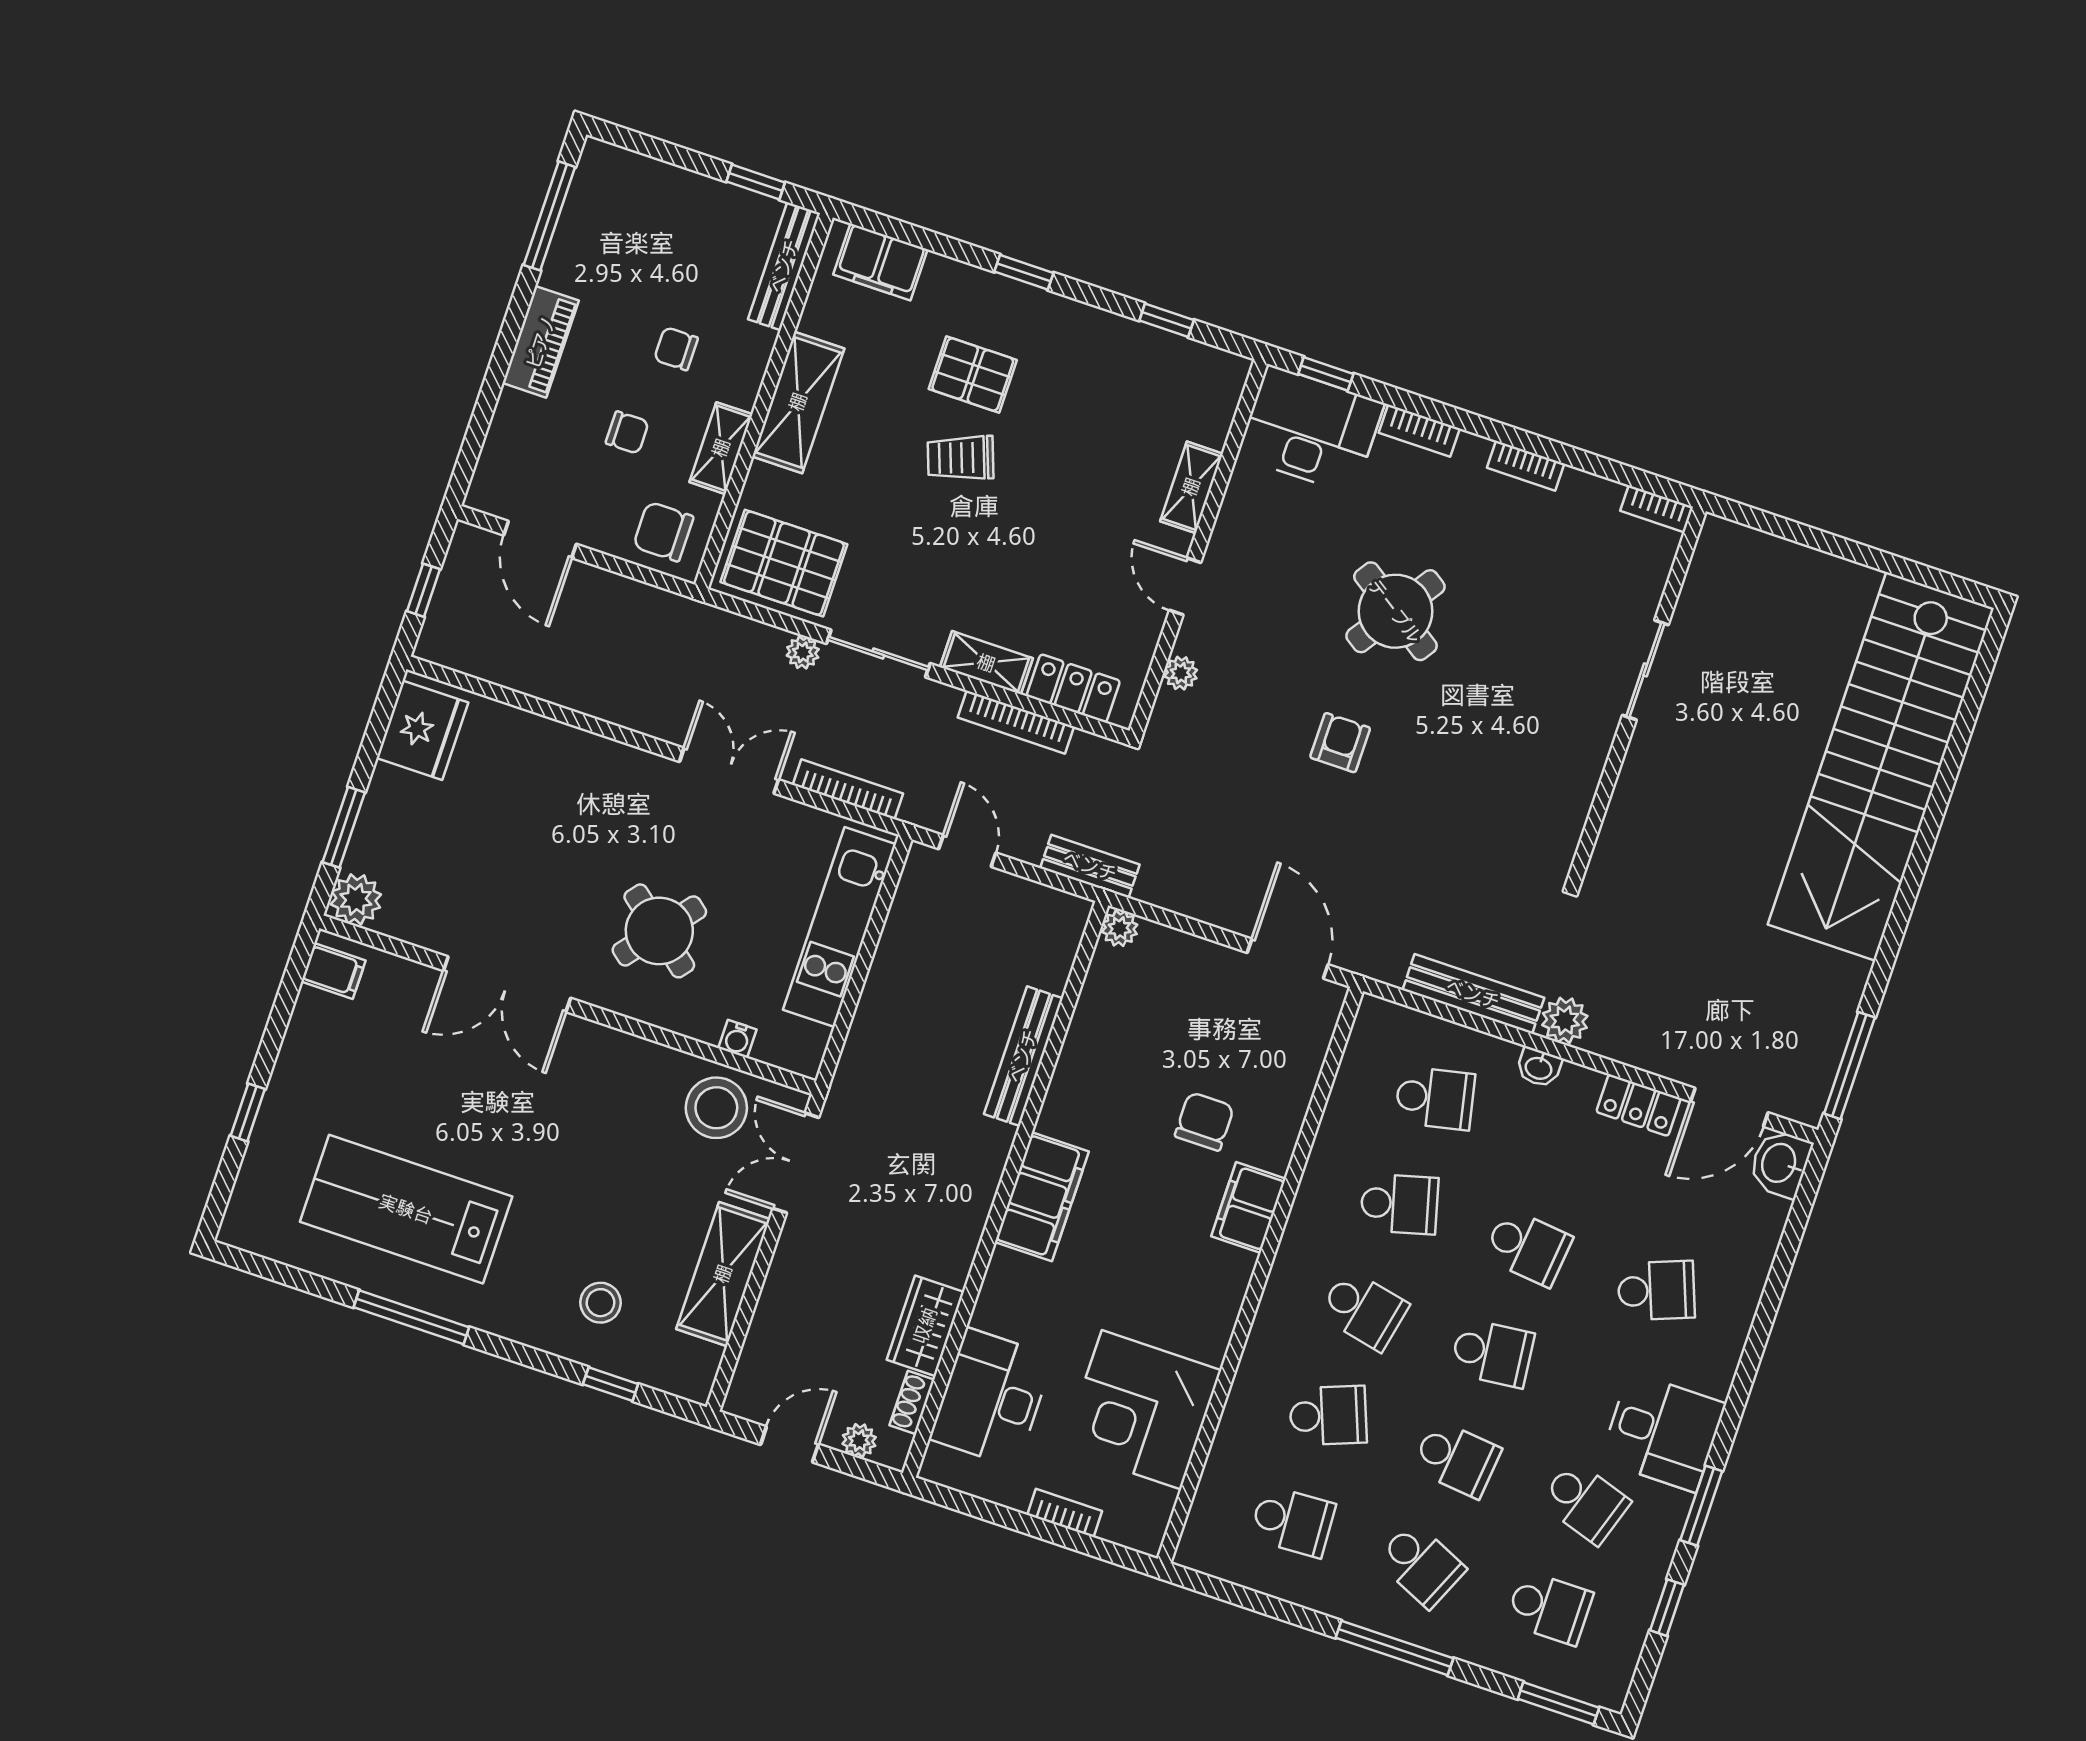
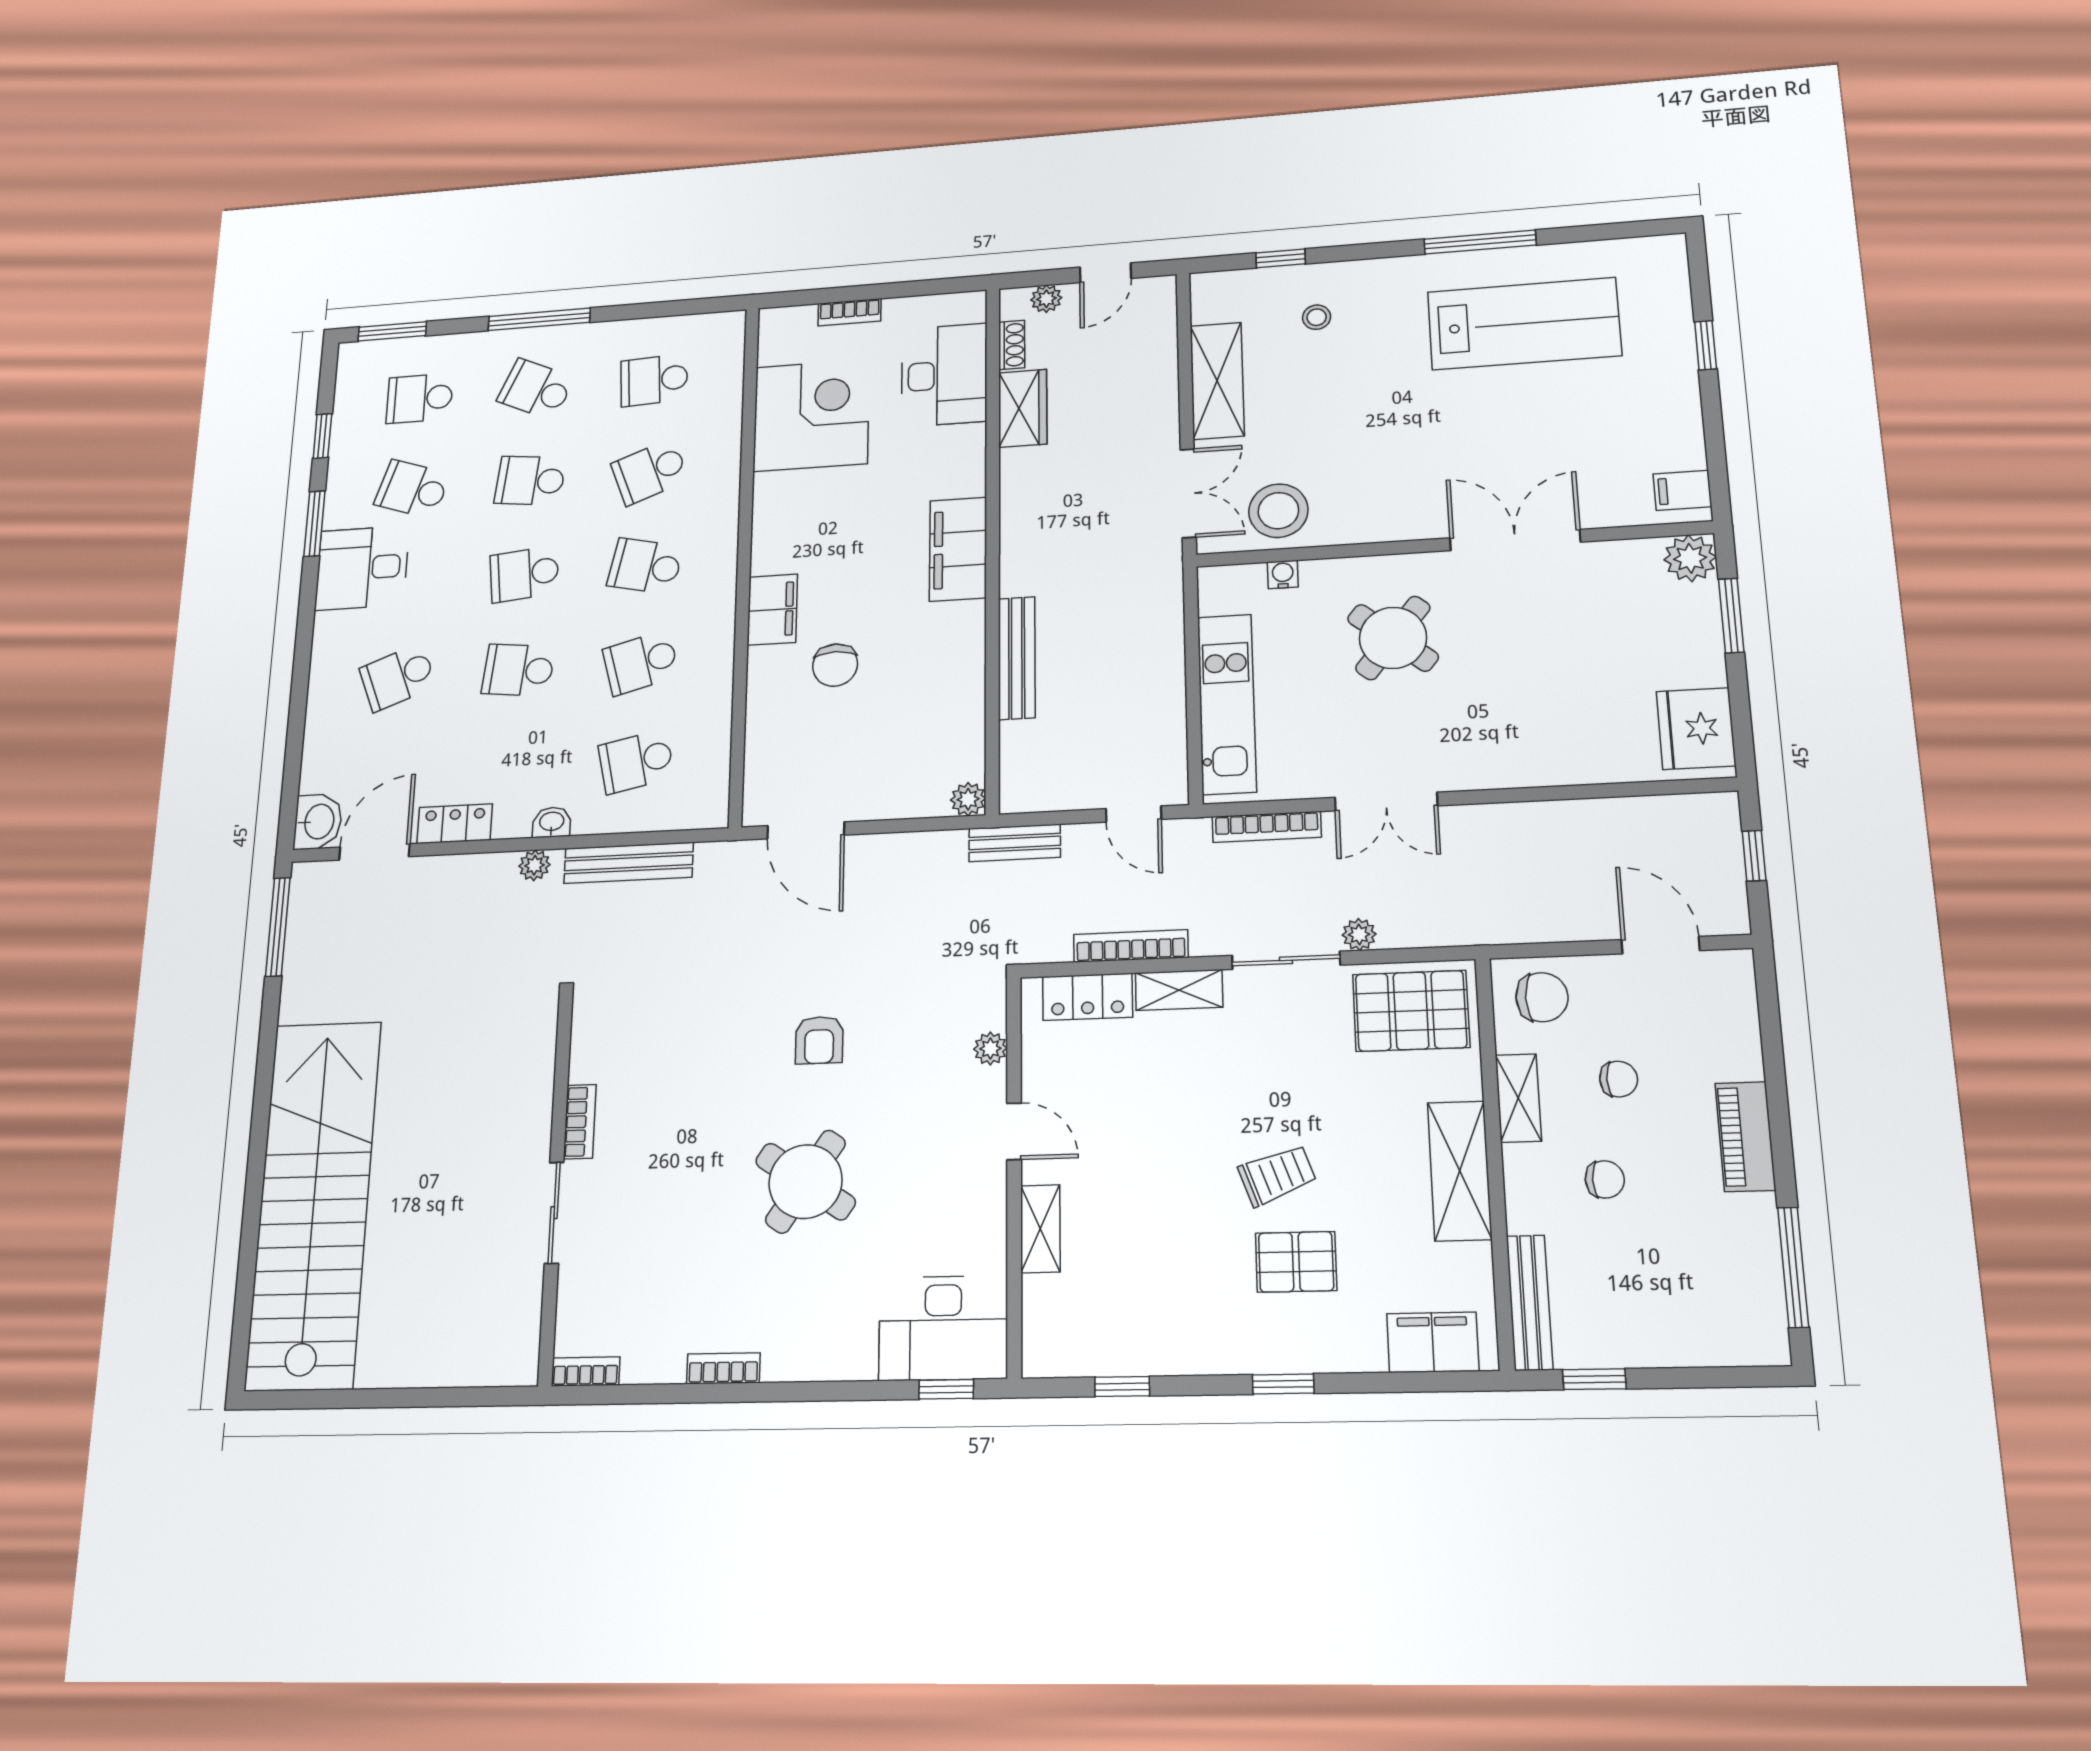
bookcase: (1419, 431) -> (580, 1122), moved, turned 90
chair: (627, 433) -> (1619, 1079), turned 180
plant: (1565, 1020) -> (534, 865), width x0.73, depth x0.73
stool: (601, 1303) -> (1317, 317), width x0.73, depth x0.73

